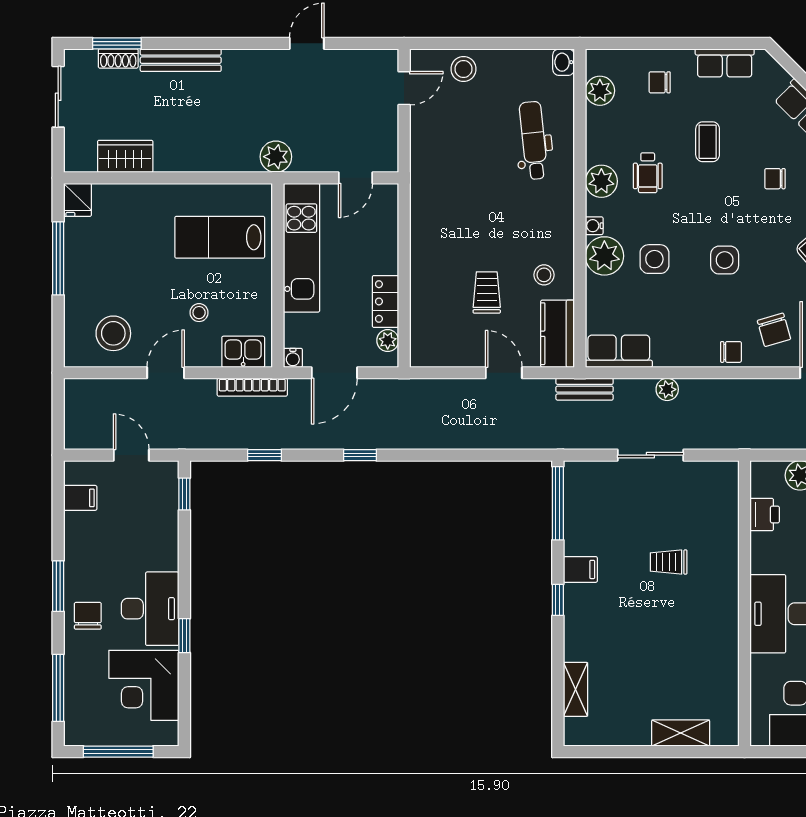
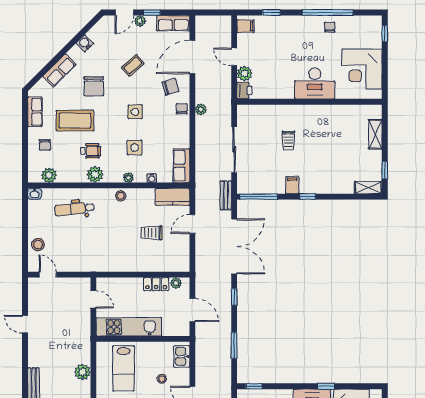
coffee table: (708, 142) -> (75, 121), width x1.86, depth x1.72
plant: (276, 157) -> (83, 372), moved
chair: (775, 179) -> (94, 86), width x1.87, depth x1.87
water cooler: (594, 226) -> (152, 178), moved
plant: (604, 256) -> (128, 177), width x0.53, depth x0.53
stool: (544, 275) -> (121, 196), moved
water cooler: (293, 358) -> (185, 331), removed
bookcase: (252, 387) -> (200, 352), removed
bench: (585, 389) -> (226, 195), moved
plant: (667, 389) -> (201, 110), moved
window: (265, 455) -> (234, 346), width x1.50
double door: (460, 455) -> (234, 246), added
sliding door: (650, 455) -> (234, 150), width x1.37
printer: (765, 514) -> (244, 90), moved, turned 90
shelving: (575, 689) -> (368, 188), moved
window: (610, 752) -> (385, 170), added

